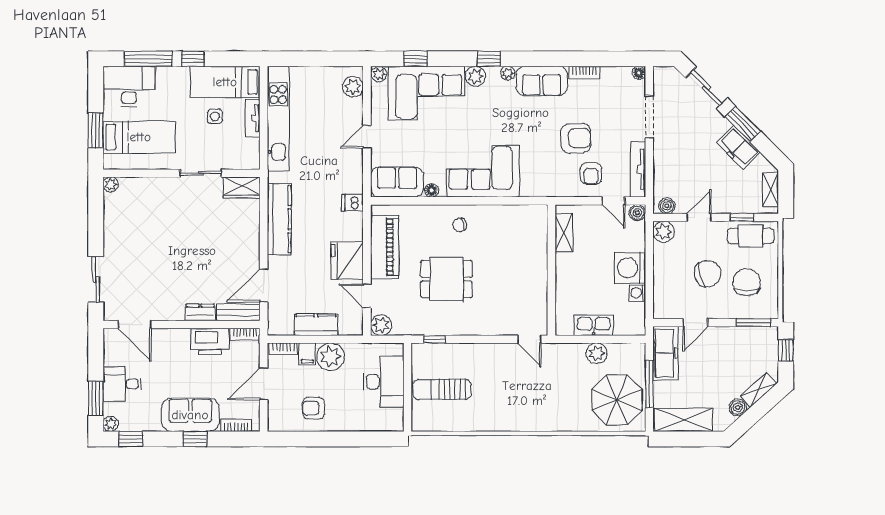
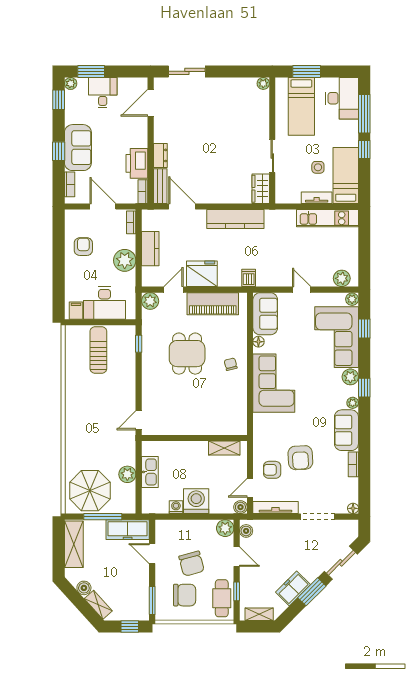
kitchen unit: (278, 119) -> (327, 218), width x0.73
filing cabinet: (307, 354) -> (76, 311), moved, turned 90

